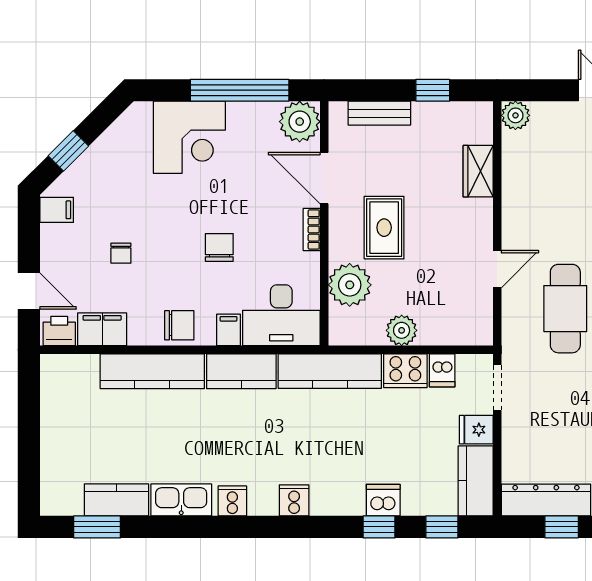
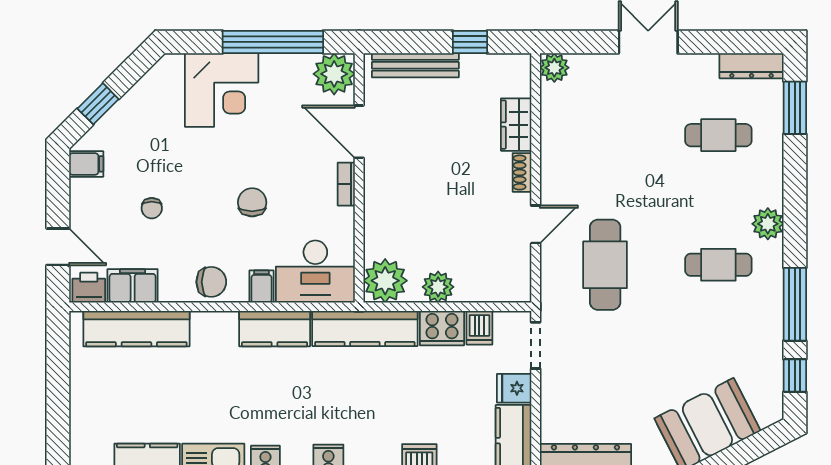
bench: (379, 113) -> (415, 65), width x1.36
shoe rack: (484, 218) -> (522, 172), added
rug: (384, 228) -> (420, 182), removed
plant: (350, 285) -> (385, 281), moved
kitchen counter: (152, 371) -> (136, 329), moved

